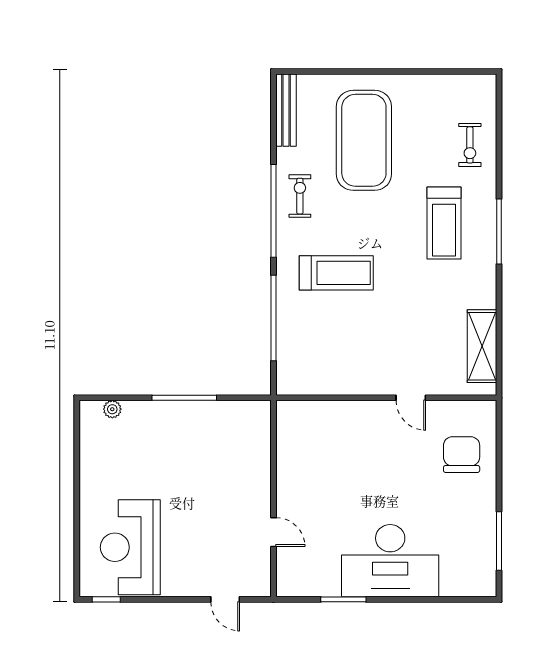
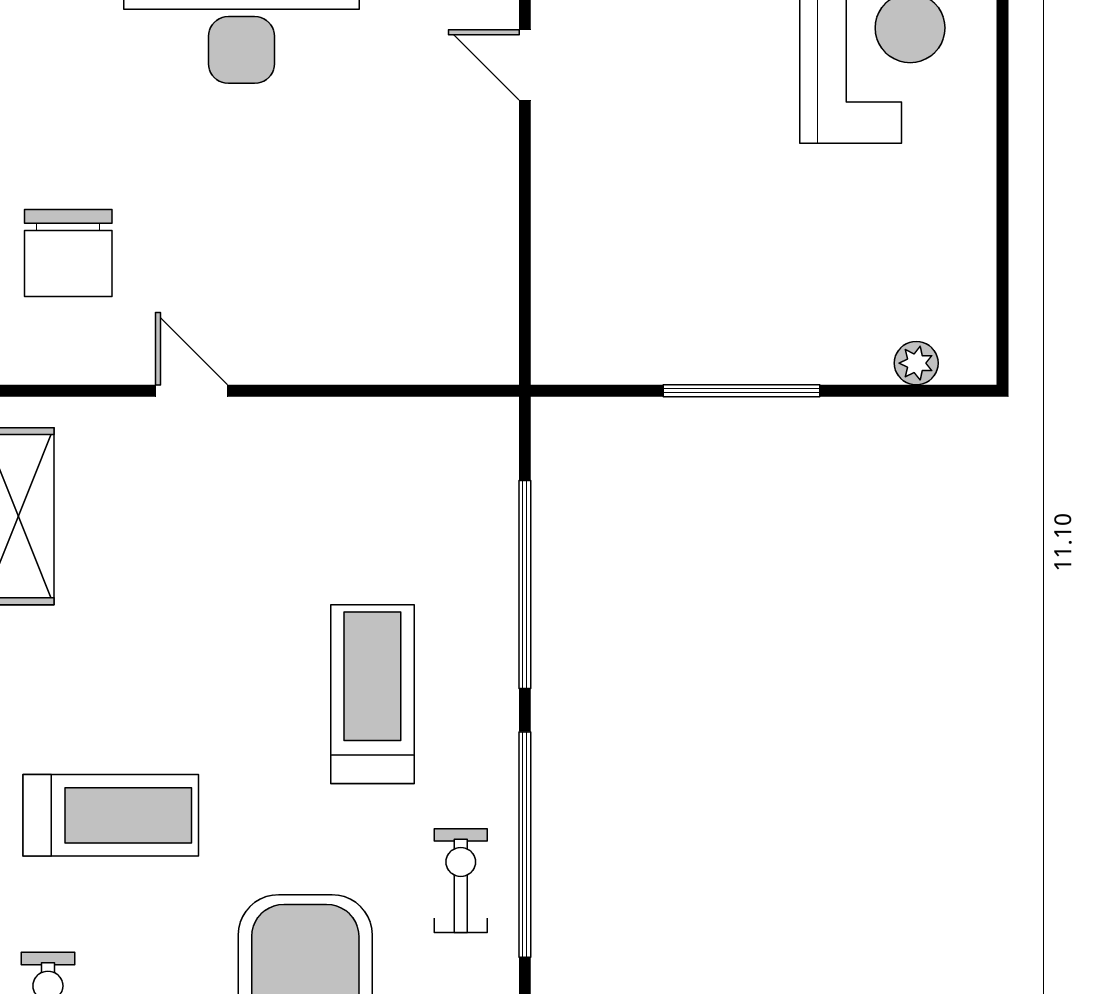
exercise bike: (300, 196) -> (461, 881), turned 180
treadmill: (444, 223) -> (111, 815), turned 90
treadmill: (336, 273) -> (372, 694), turned 90

